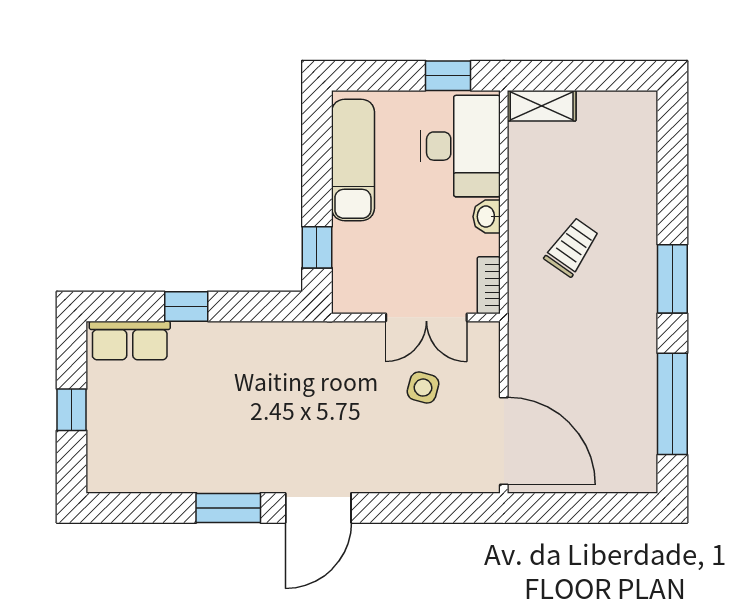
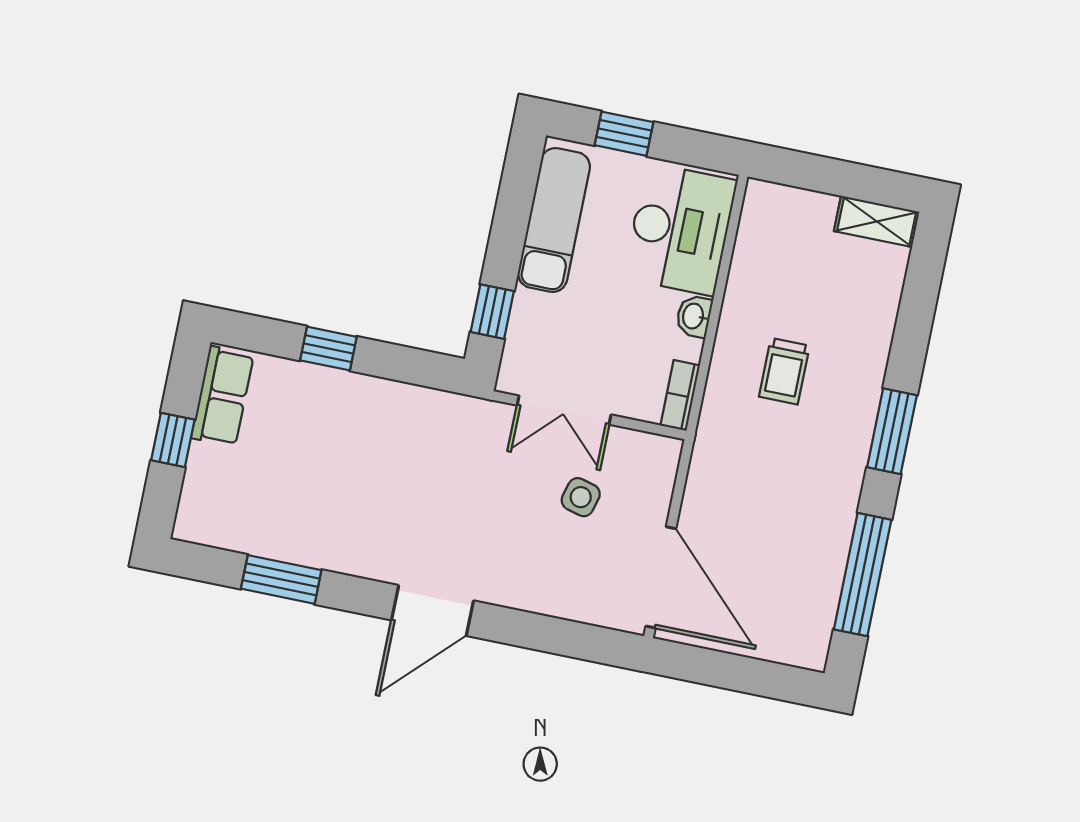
window: (448, 76) -> (624, 134), moved
shelving: (542, 106) -> (877, 221), moved
trolley: (572, 247) -> (784, 371), turned 145
double door: (426, 317) -> (564, 410), moved
row of seats: (130, 340) -> (222, 396), moved, turned -90
window: (228, 508) -> (281, 579), moved

